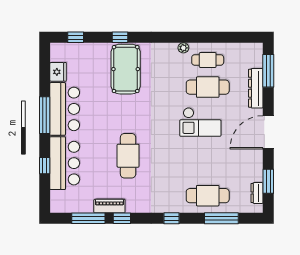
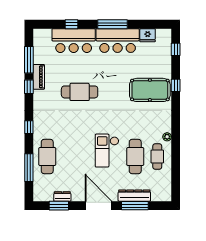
window: (268, 71) -> (135, 206), moved
dresser: (257, 193) -> (62, 196), moved

